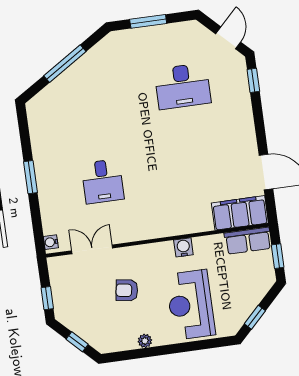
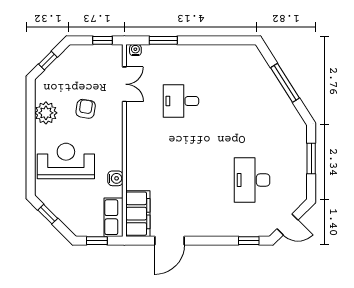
window: (30, 177) -> (163, 40), moved
water cooler: (183, 247) -> (115, 178), moved
window: (47, 298) -> (102, 40), moved
plant: (145, 341) -> (46, 113), width x1.87, depth x1.87

